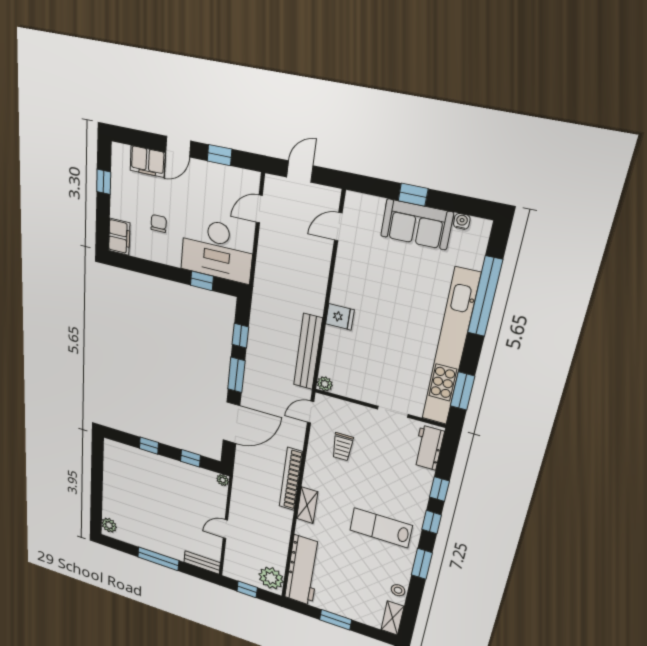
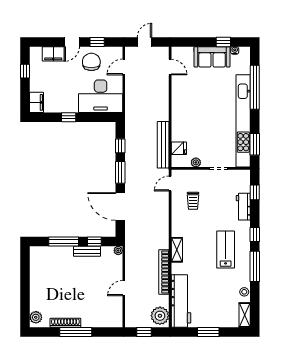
window: (413, 195) -> (223, 42), moved
chair: (159, 223) -> (91, 62), moved, width x1.87, depth x1.87
door: (338, 227) -> (170, 67), swing flipped
window: (202, 281) -> (69, 117), moved
fridge: (340, 317) -> (179, 148), moved
plant: (325, 384) -> (196, 162), moved
door: (231, 423) -> (120, 207), swing flipped
window: (149, 446) -> (64, 242), width x2.17
workbench: (428, 448) -> (243, 207), moved
bookcase: (291, 479) -> (164, 272), moved
window: (439, 489) -> (255, 192), moved
lab bench: (381, 528) -> (226, 250), turned 90
shoe rack: (146, 544) -> (65, 323), added
bench: (202, 562) -> (87, 251), moved
window: (422, 564) -> (255, 266), width x1.44

